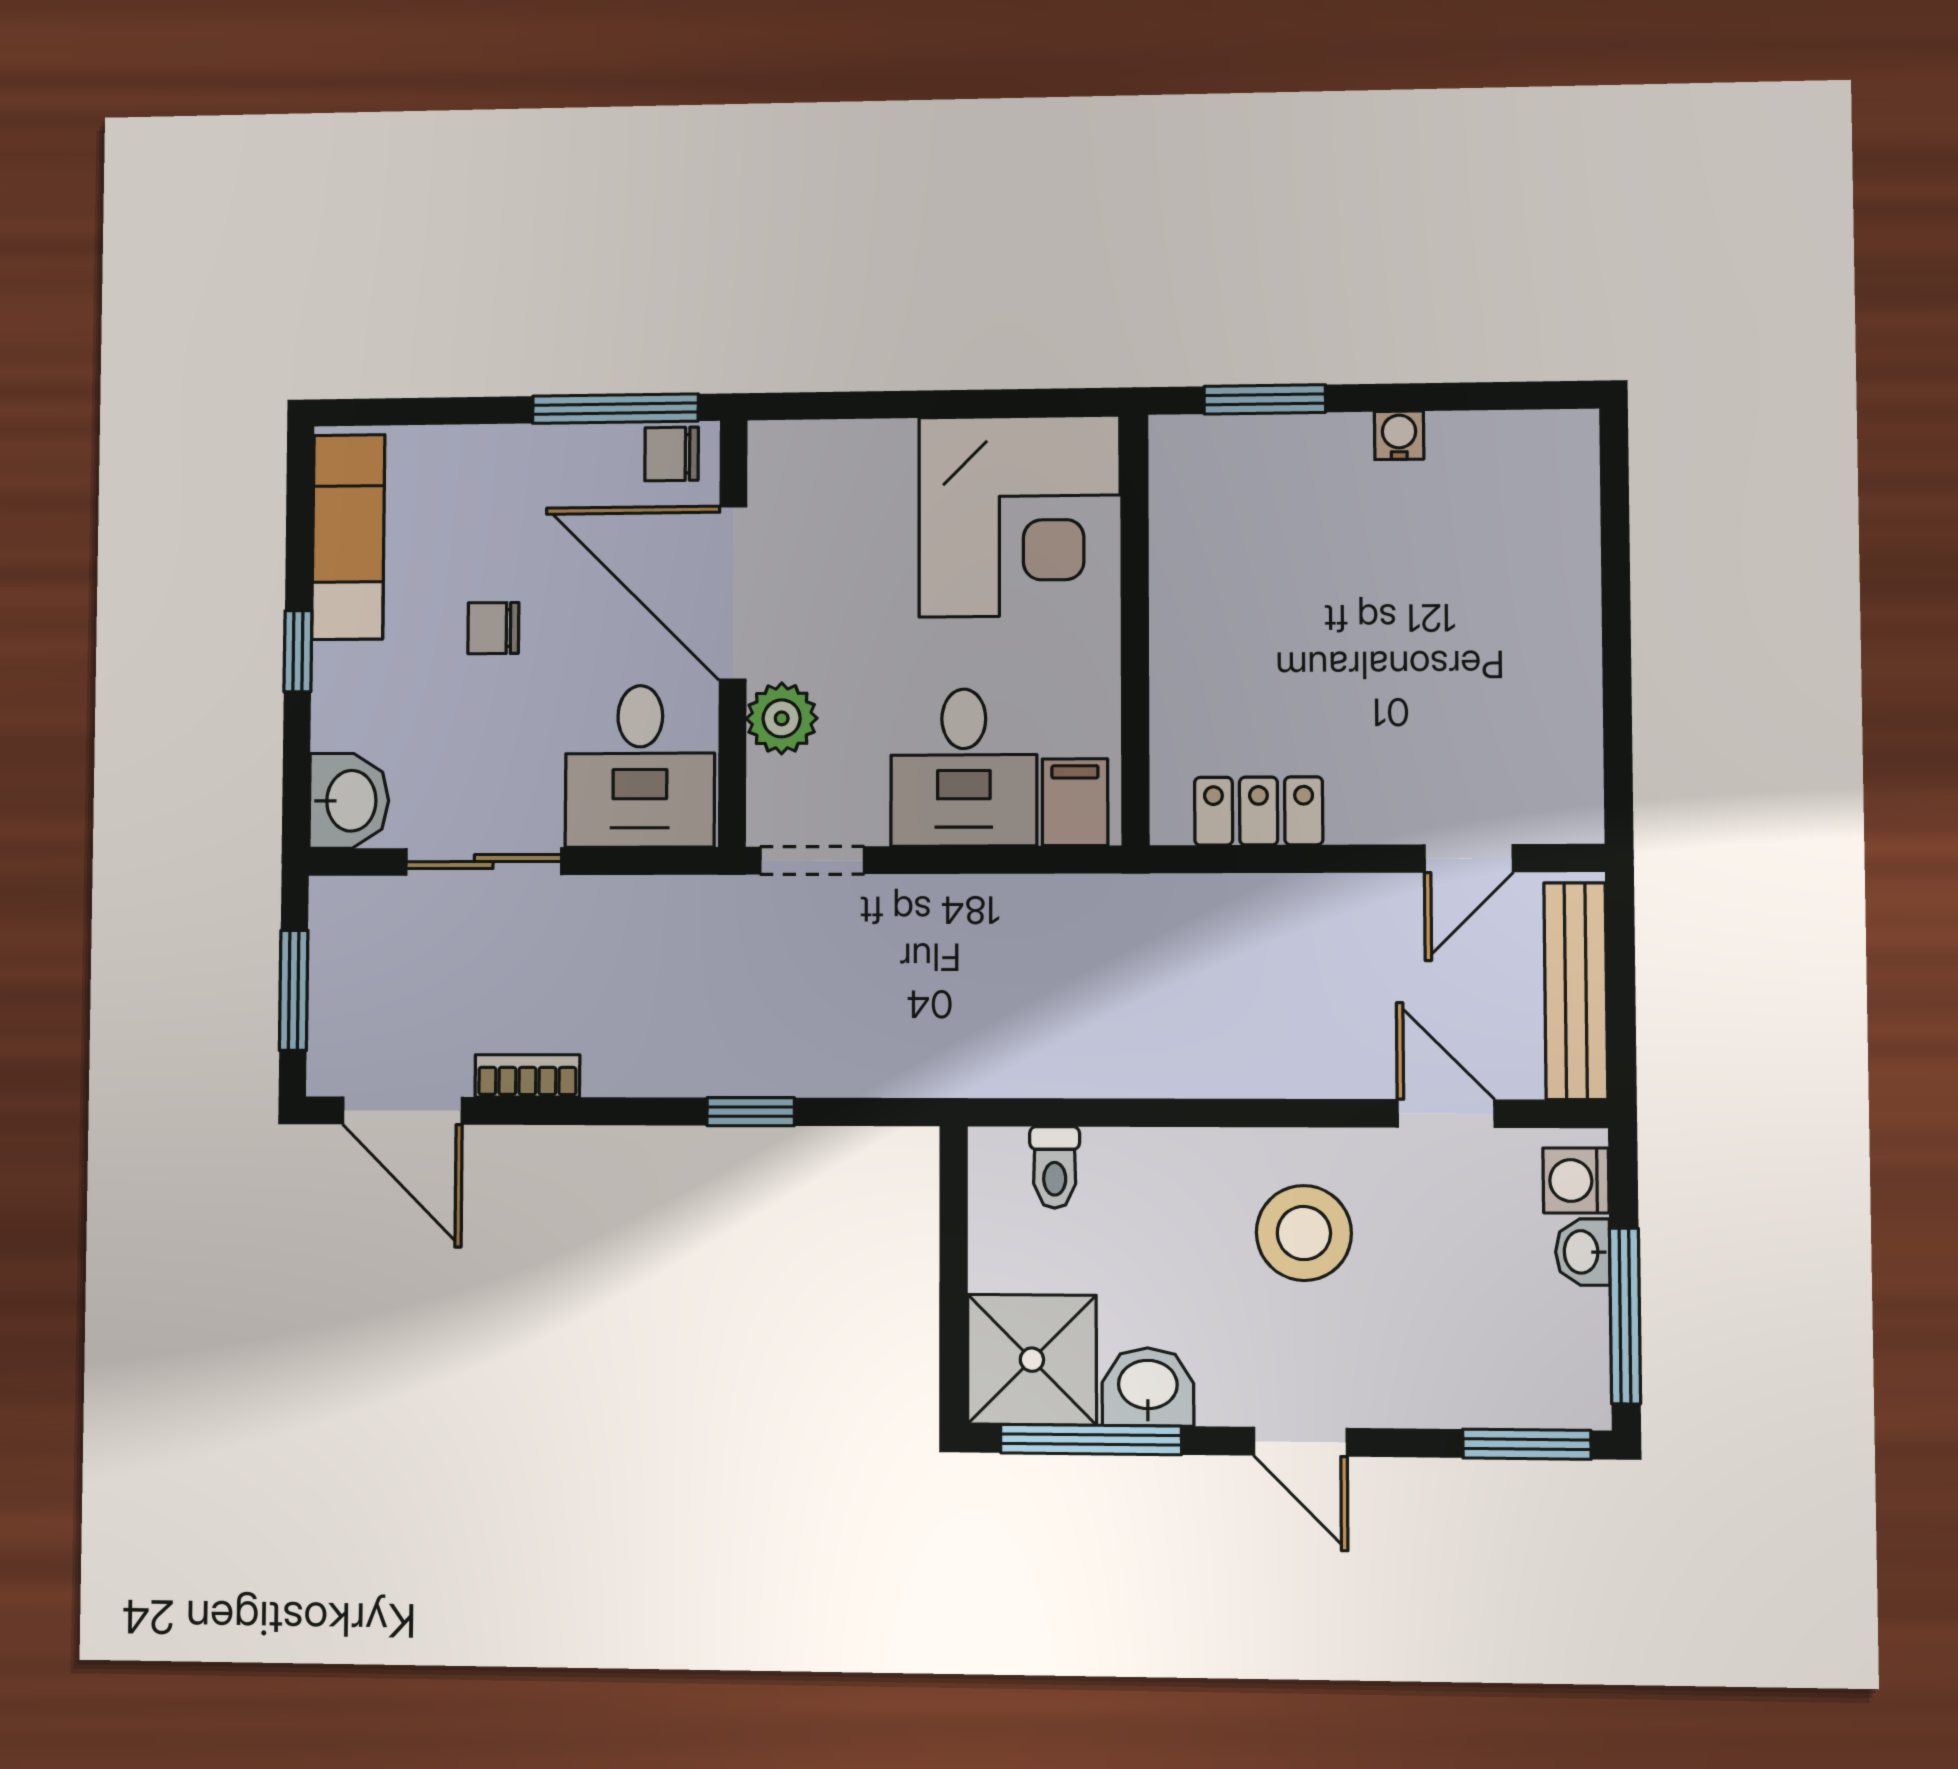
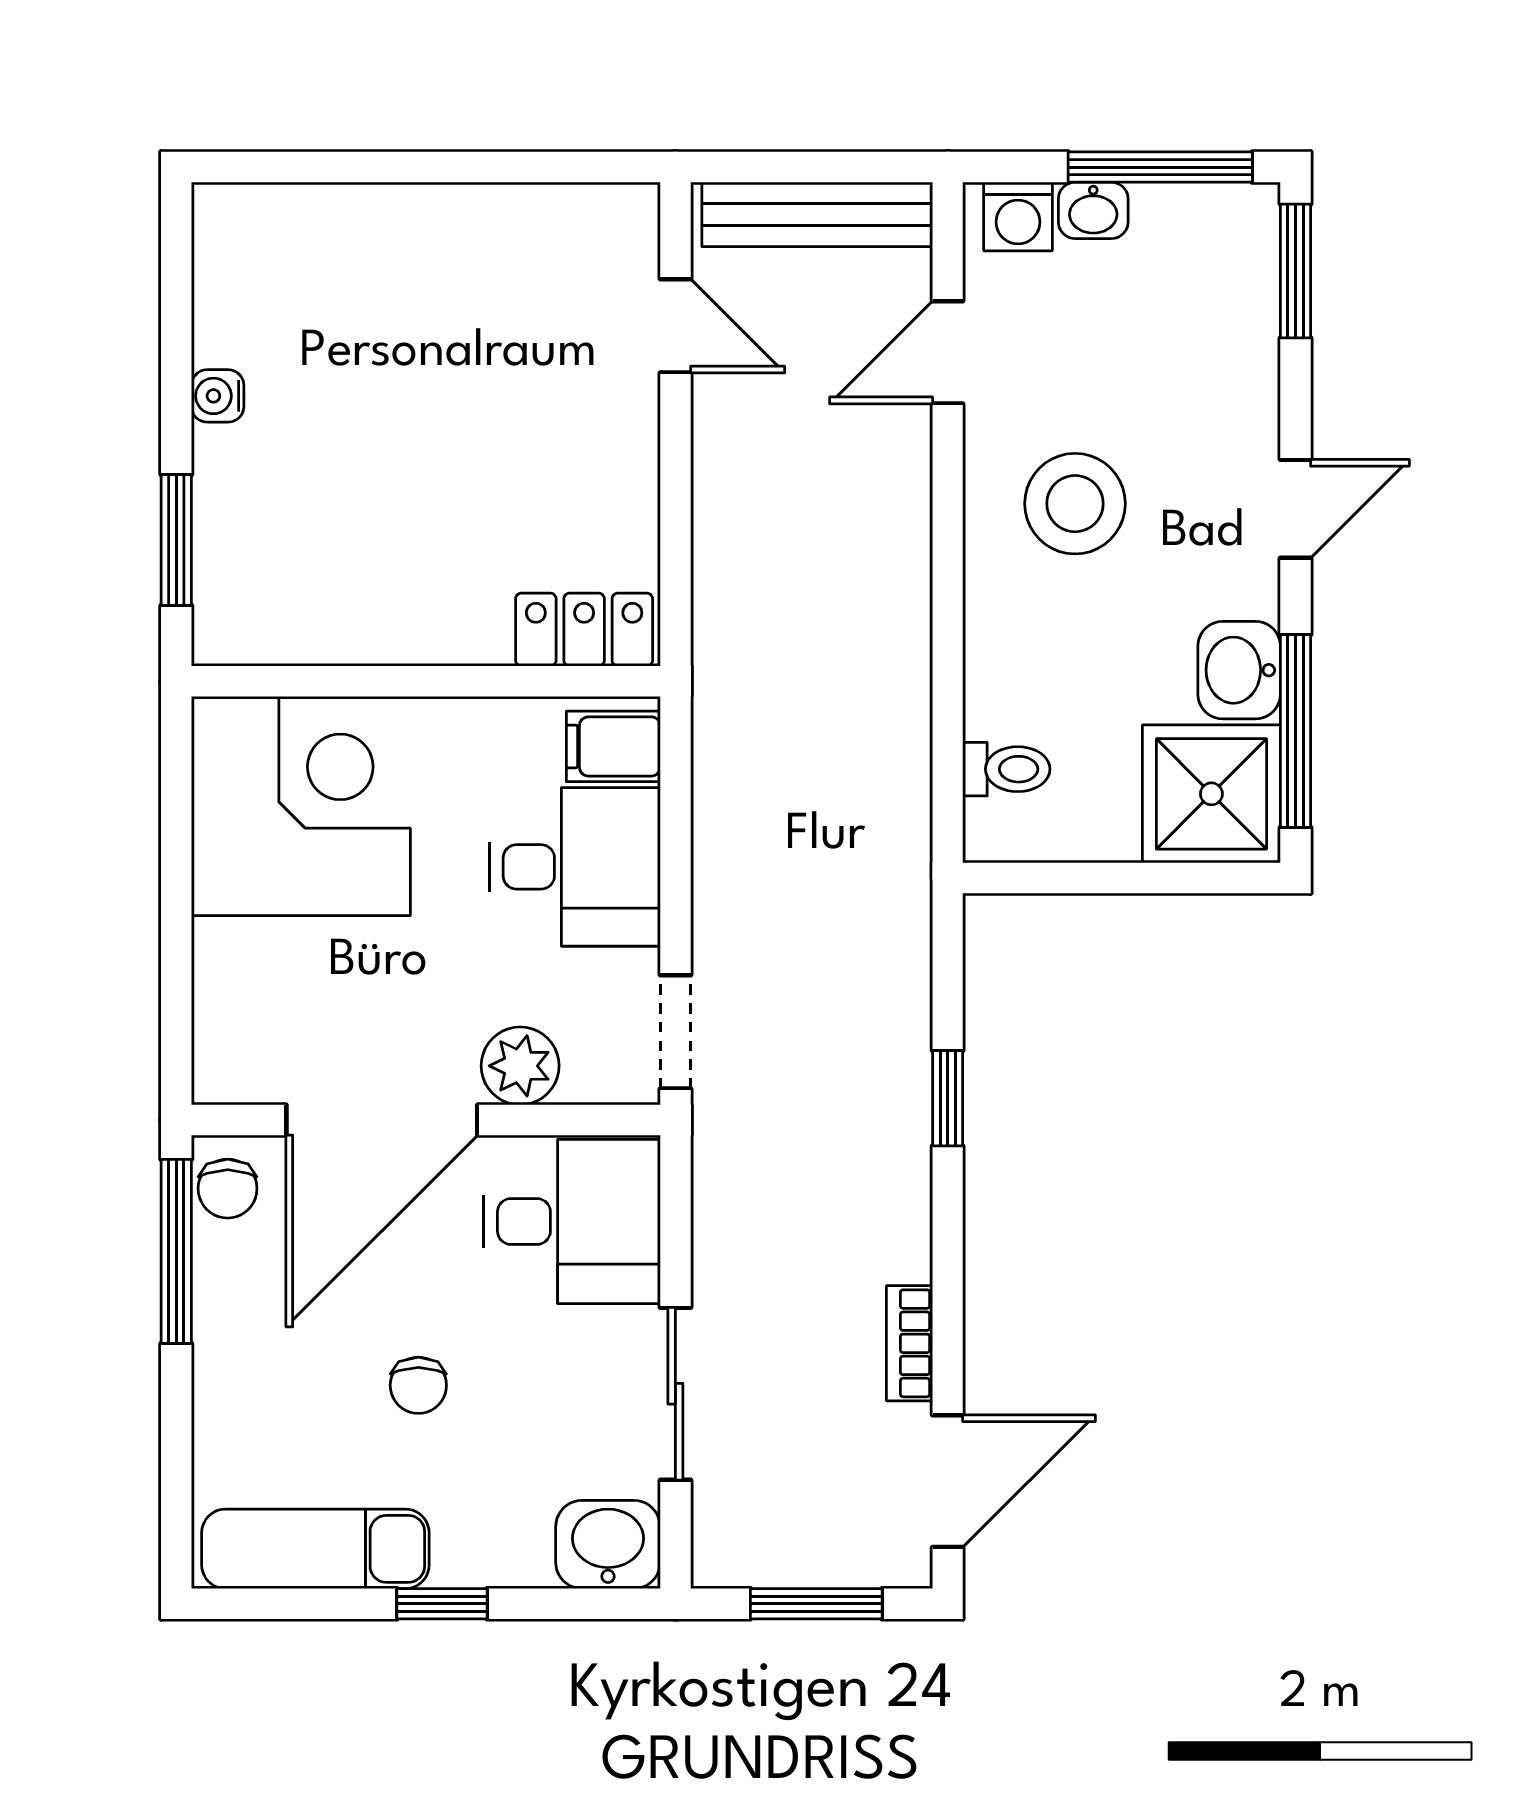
locker: (1259, 811) -> (584, 630), moved, turned 90

